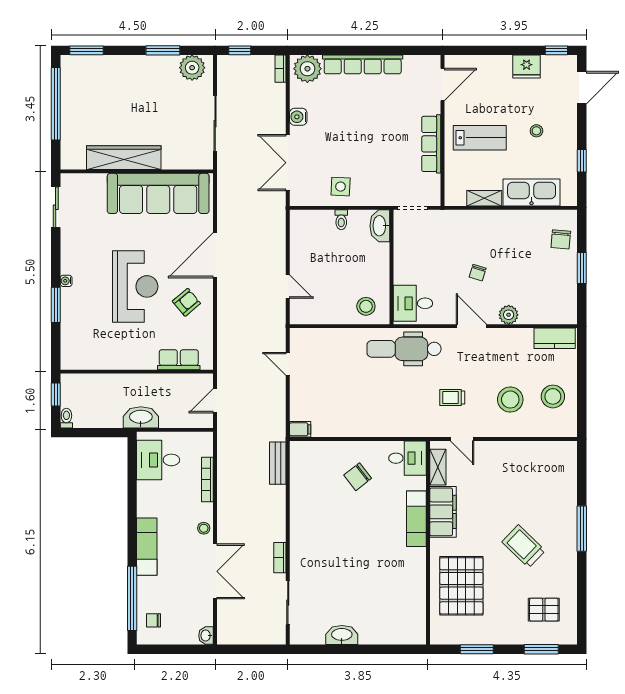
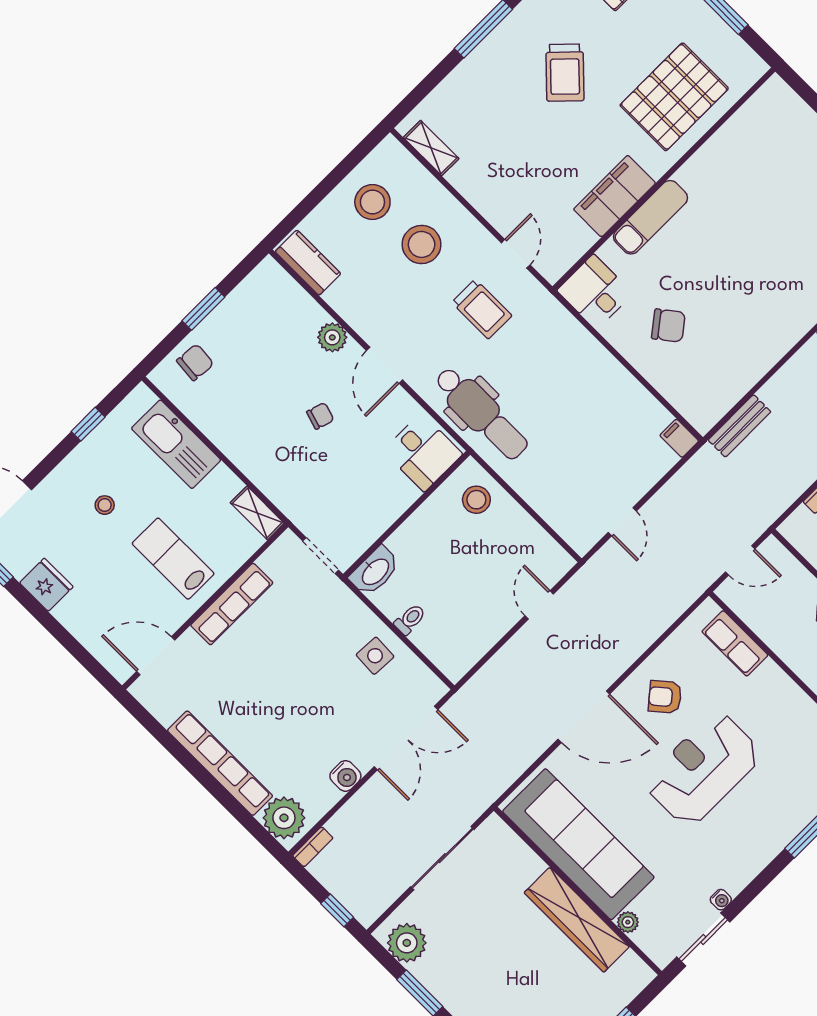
plant: (99, 180) -> (628, 922), added
shelving: (484, 198) -> (257, 513), moved
water cooler: (66, 281) -> (721, 900), moved
trolley: (452, 398) -> (482, 309), width x1.36, depth x1.39
shelving: (438, 467) -> (431, 148), moved, turned 90

